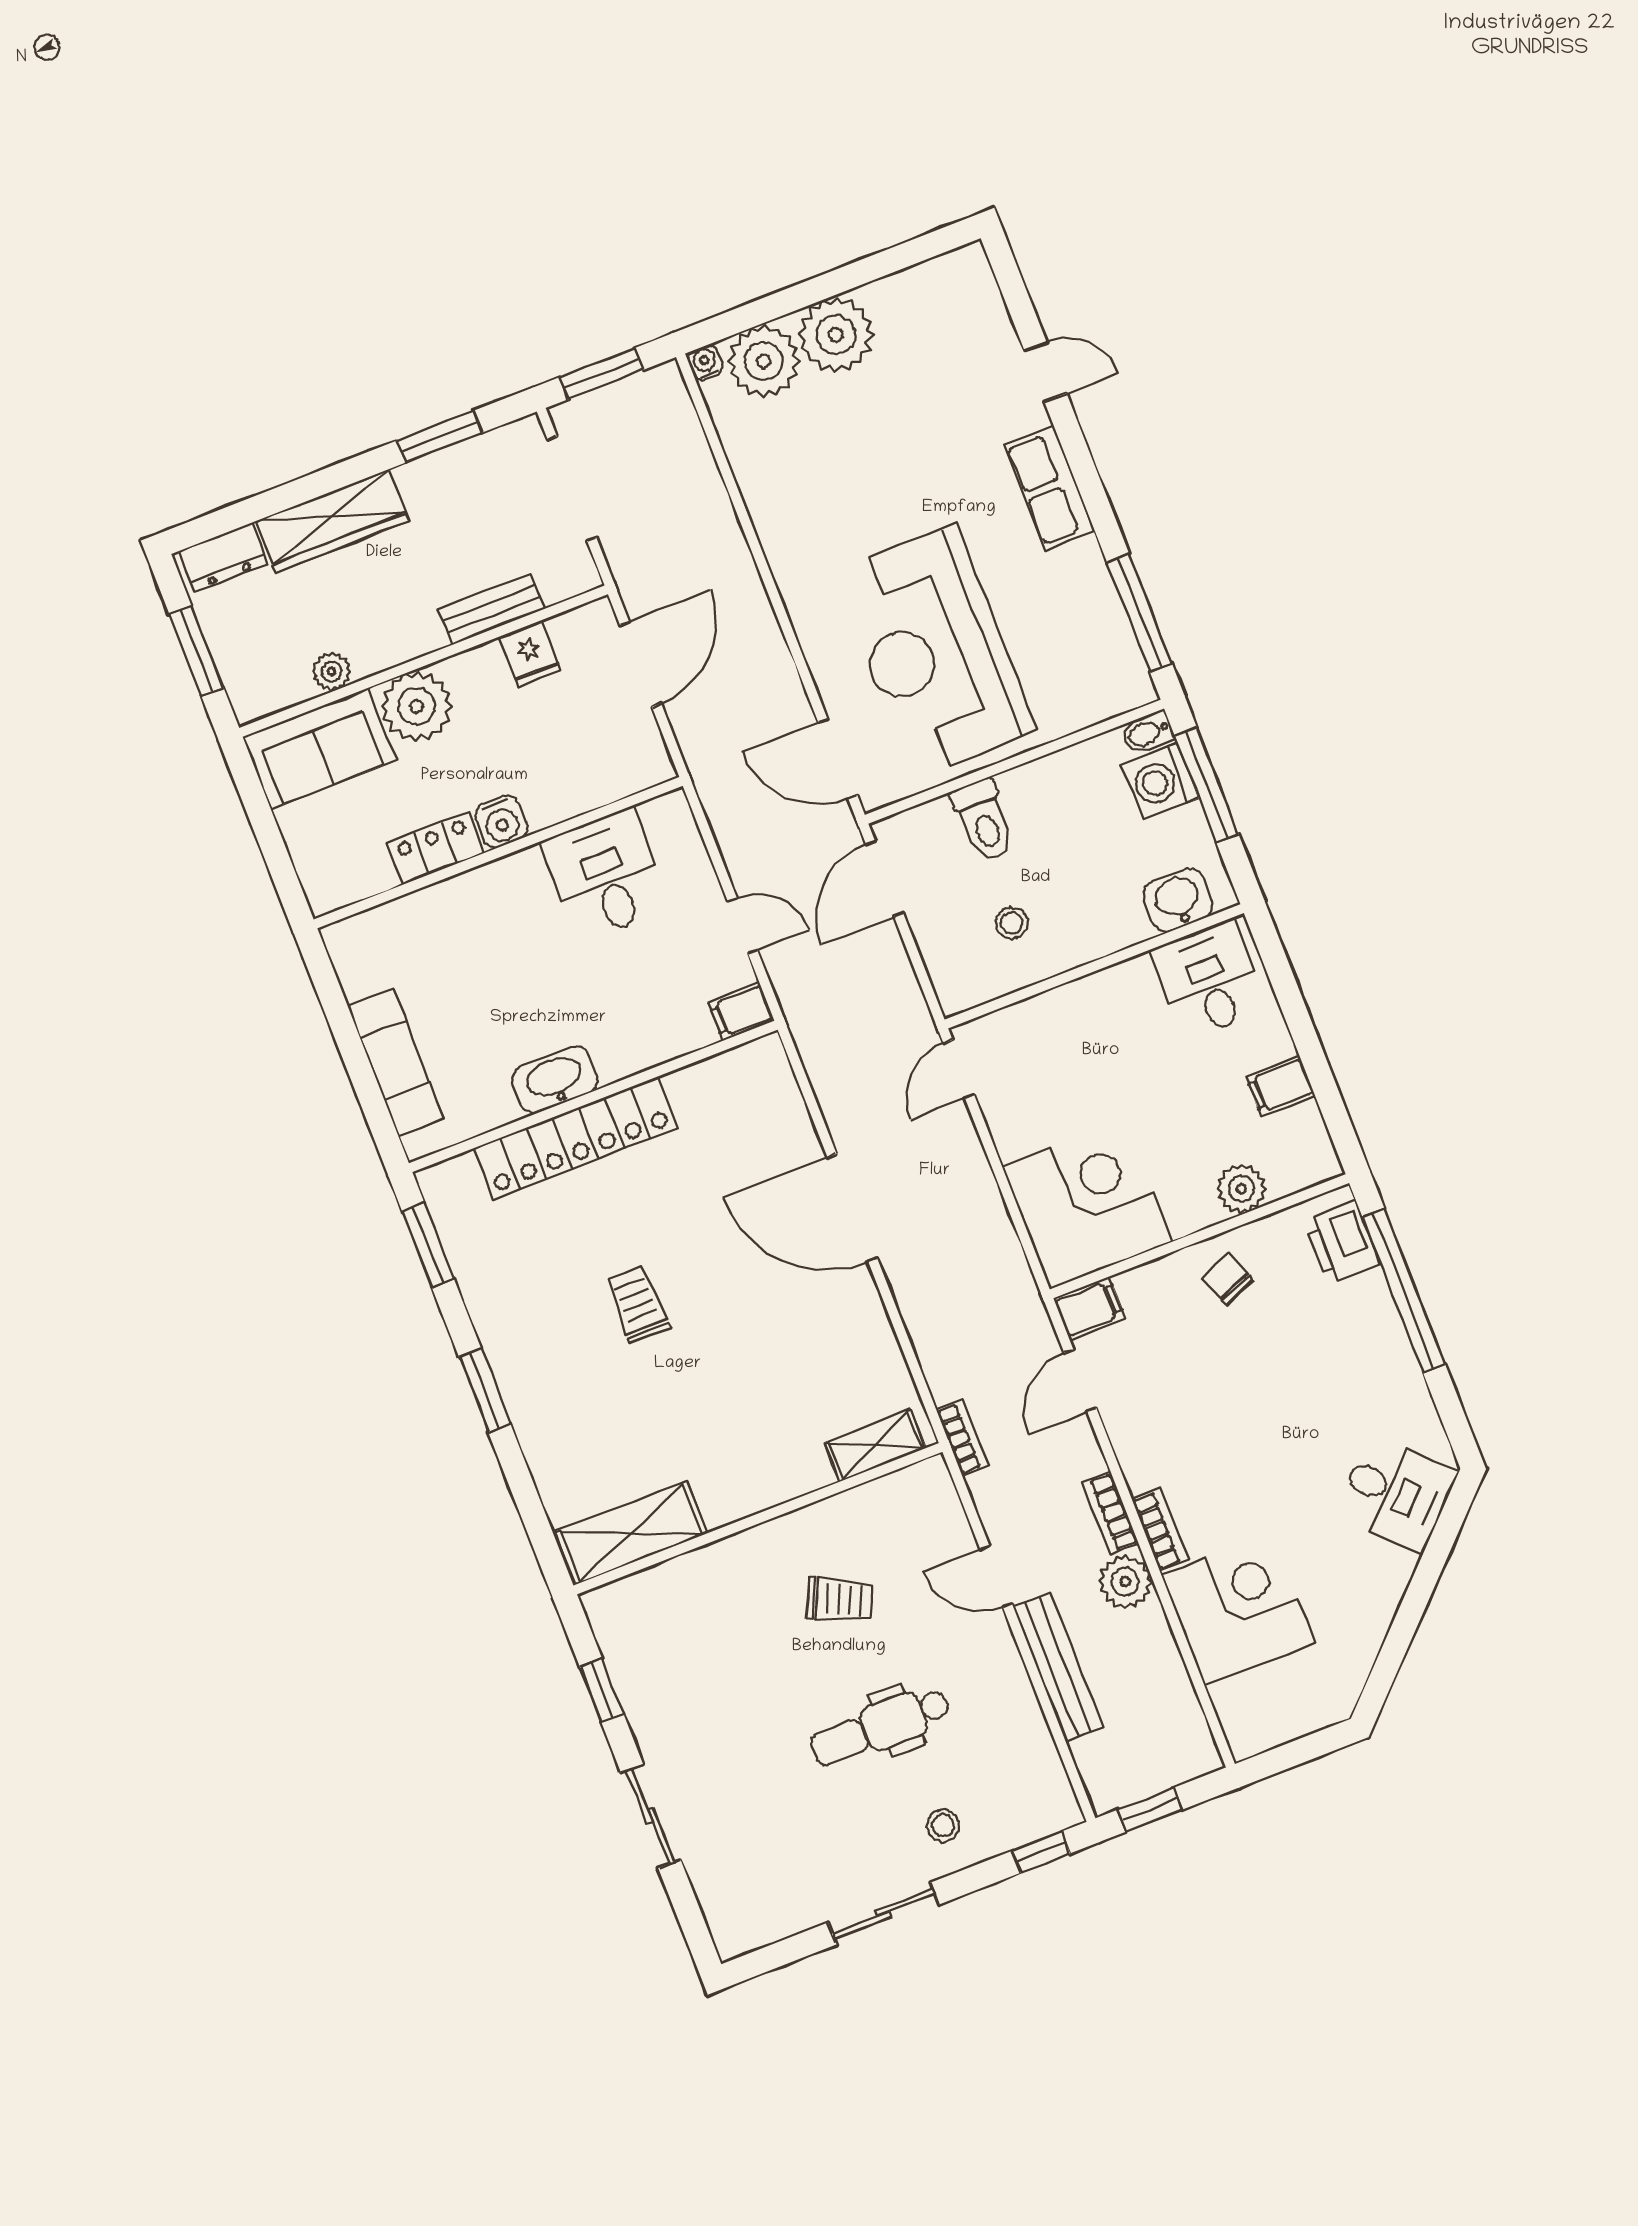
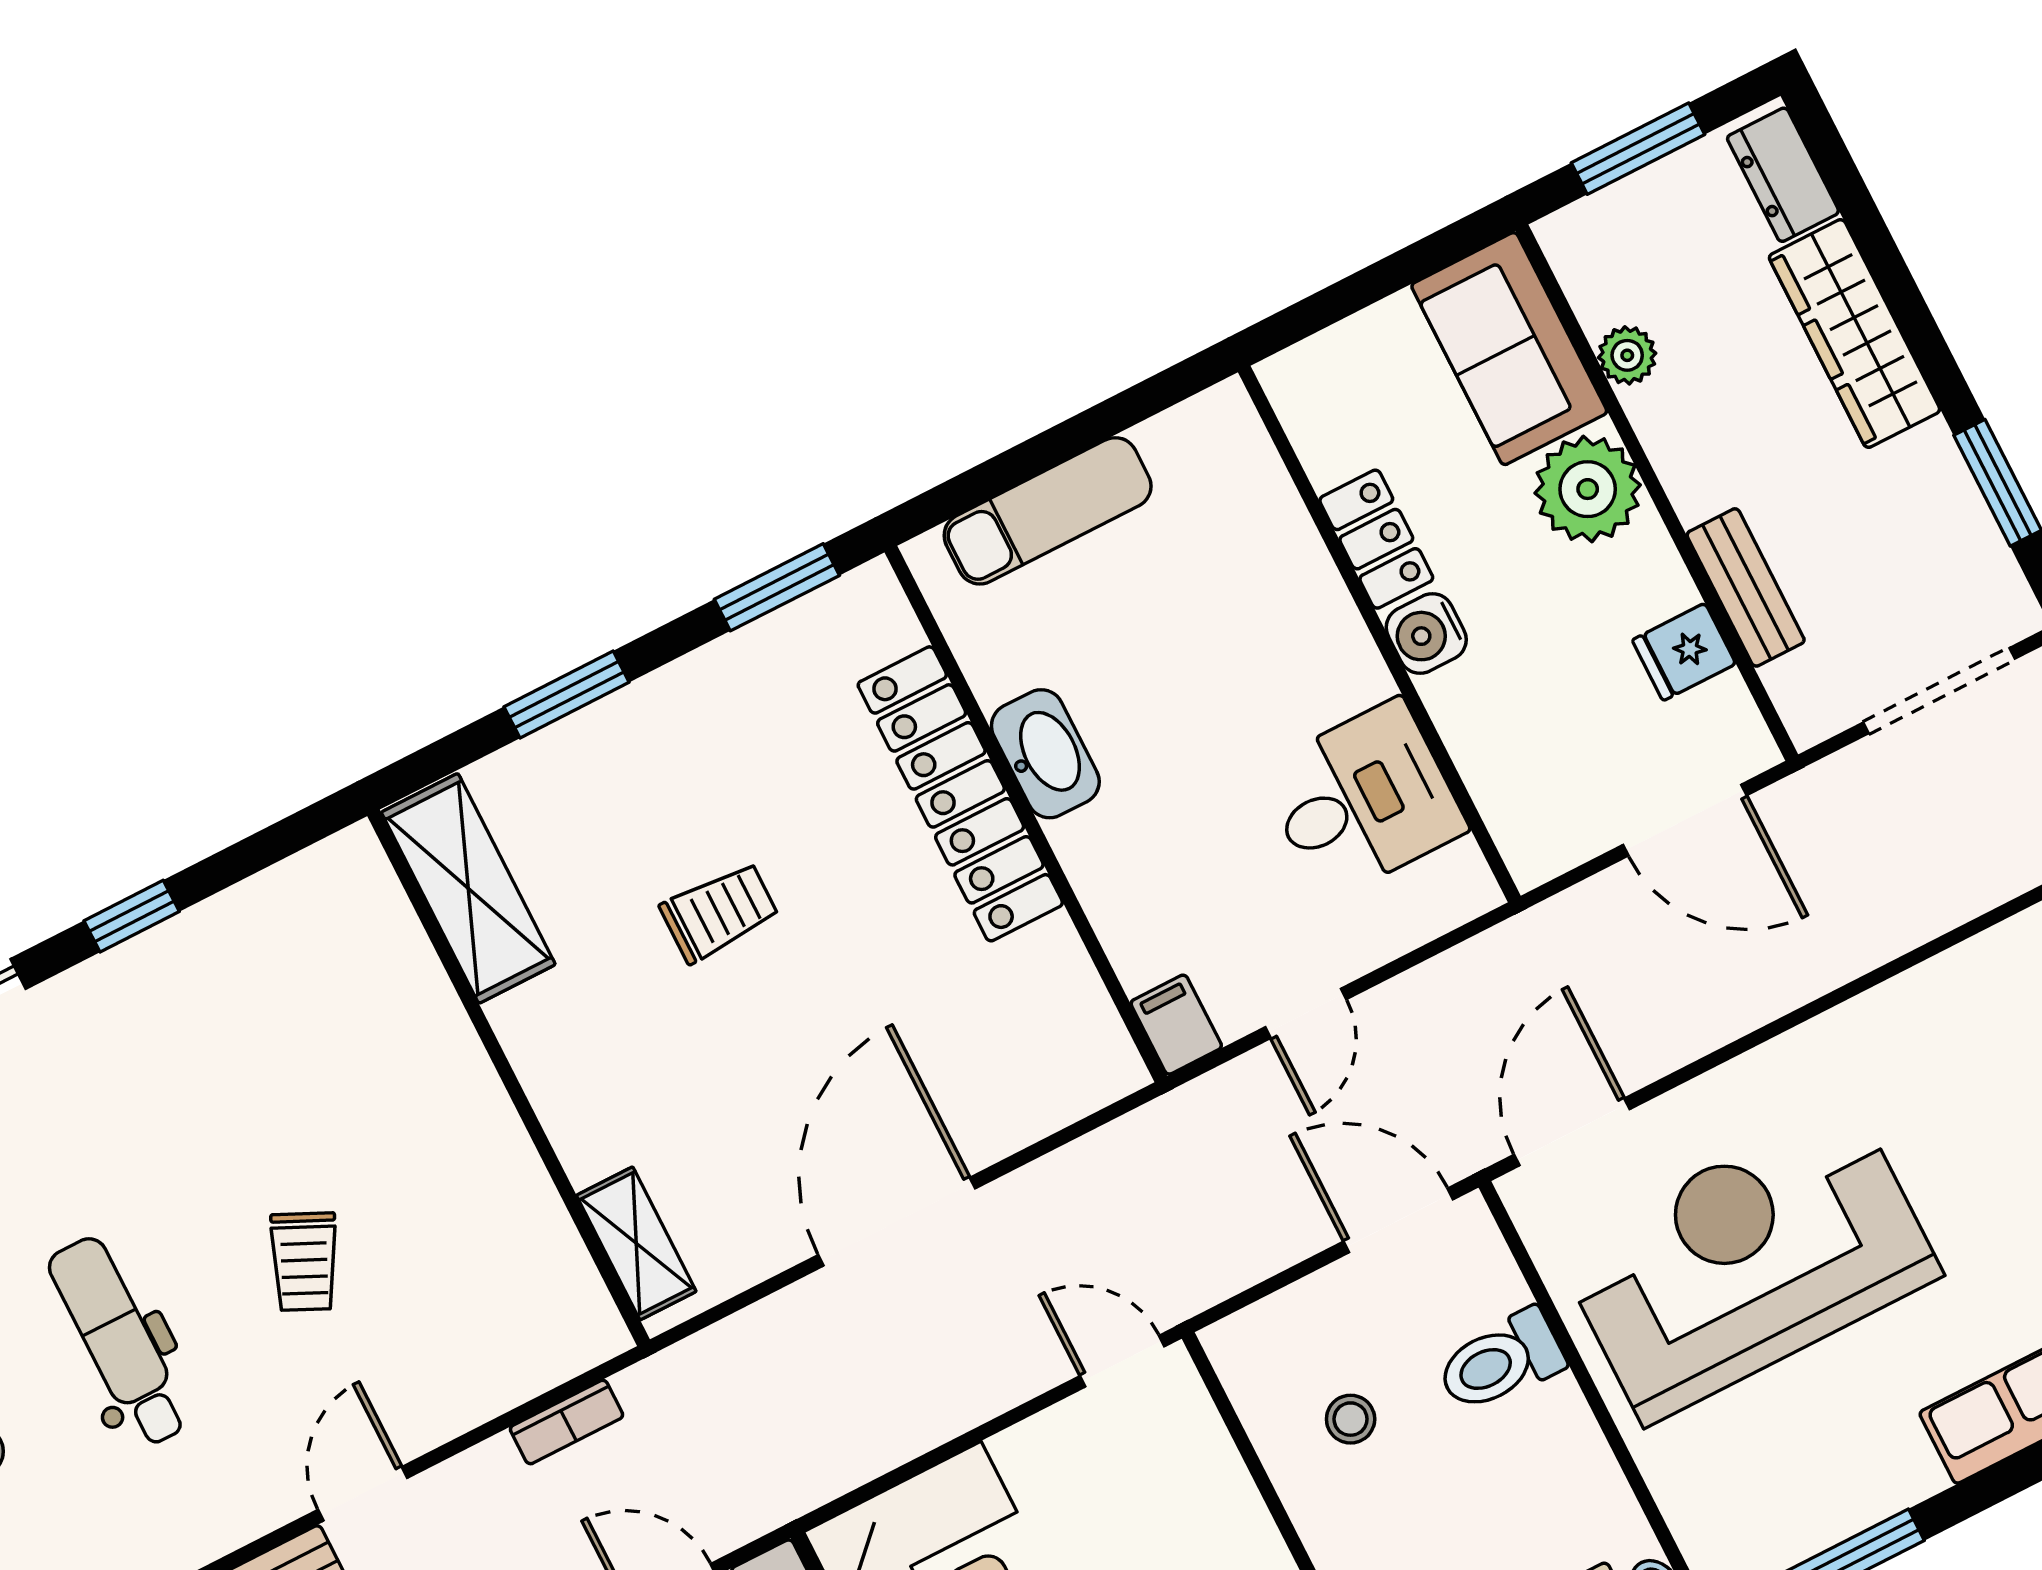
shelving: (875, 1446) -> (636, 1243), moved
wall: (758, 1519) -> (509, 1078), moved
shelving: (631, 1533) -> (468, 888), moved

